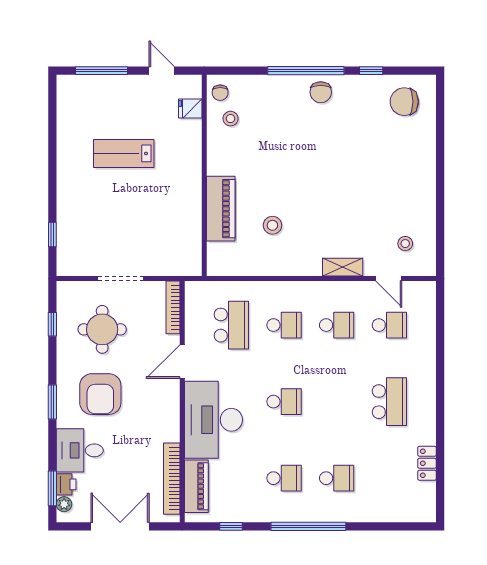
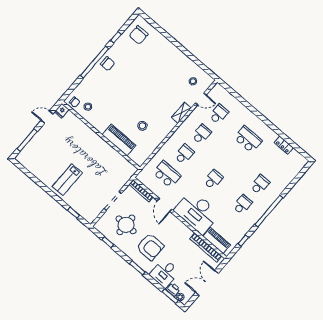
fridge: (190, 109) -> (62, 111), moved
lab bench: (124, 153) -> (67, 180), moved

